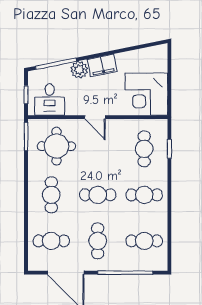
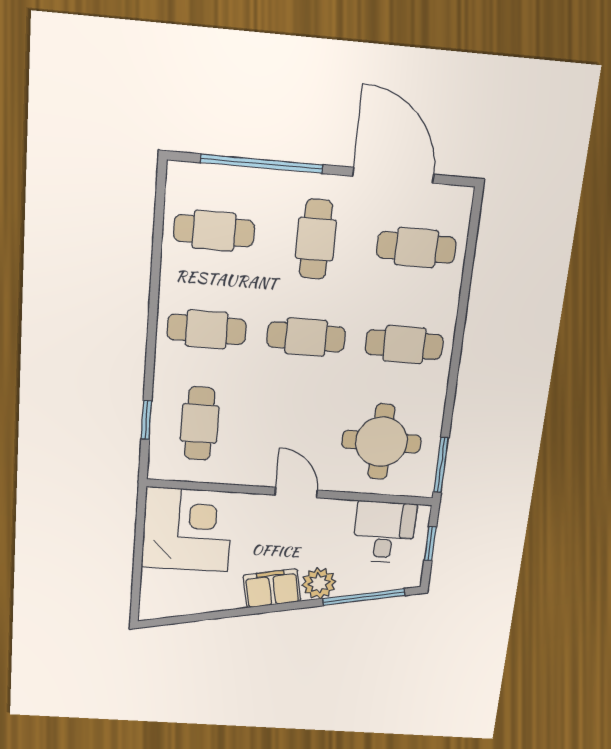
cafe table: (51, 195) -> (404, 345), turned 90

